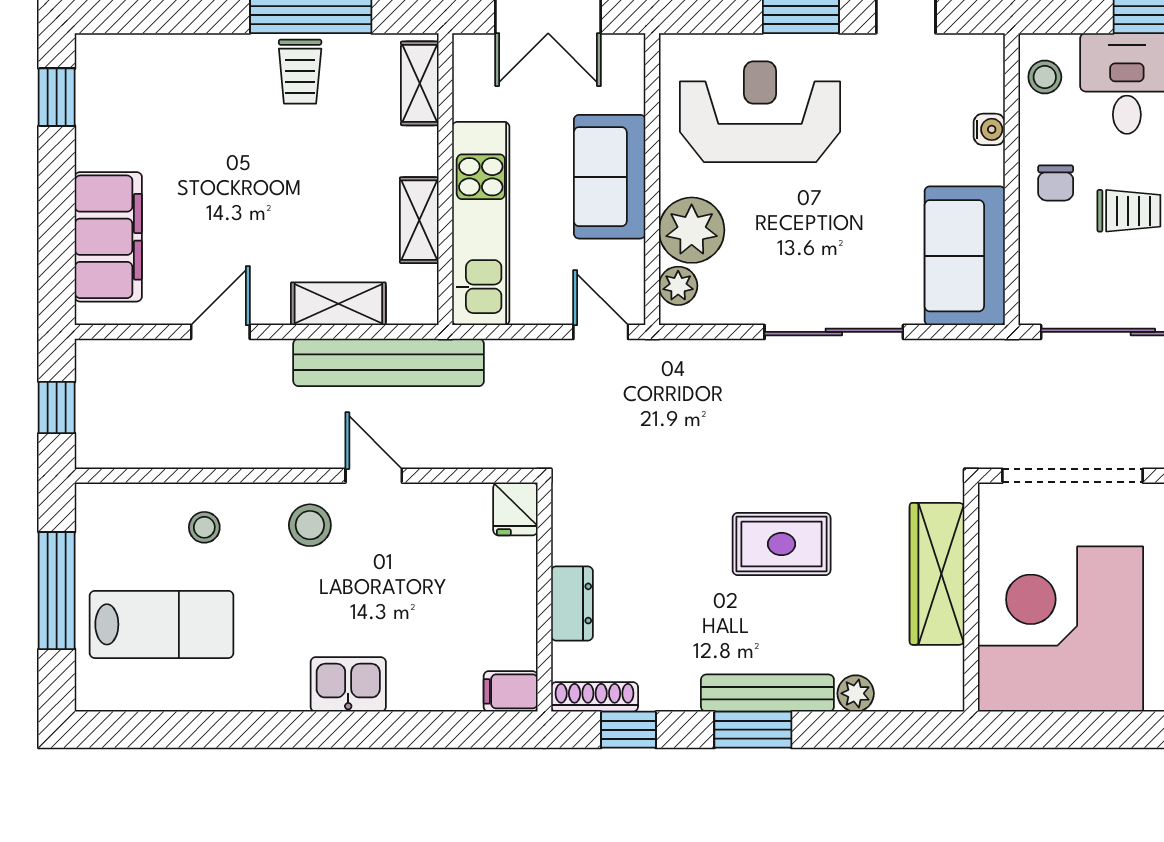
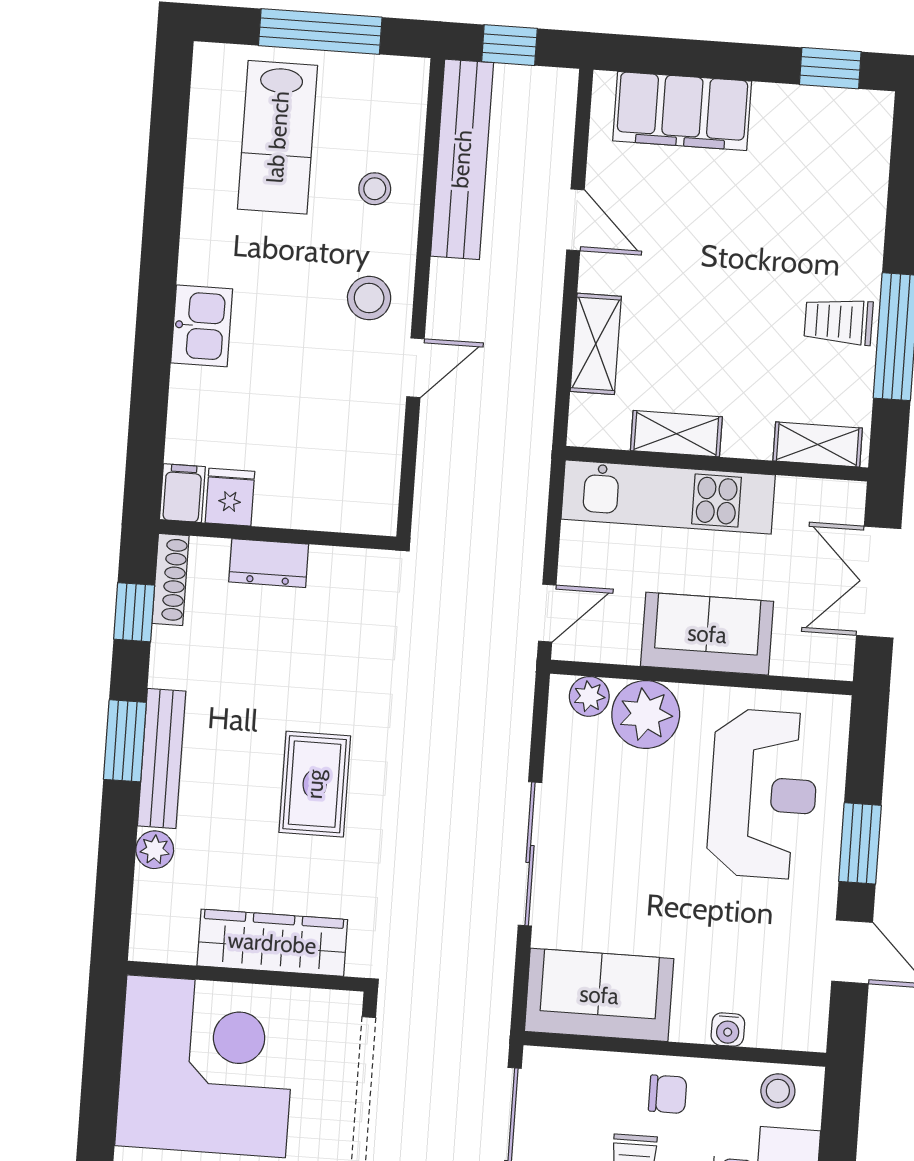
chair: (1056, 183) -> (668, 1094), turned 180
bench: (389, 362) -> (462, 159), moved
fridge: (515, 509) -> (230, 497), moved, turned 90

